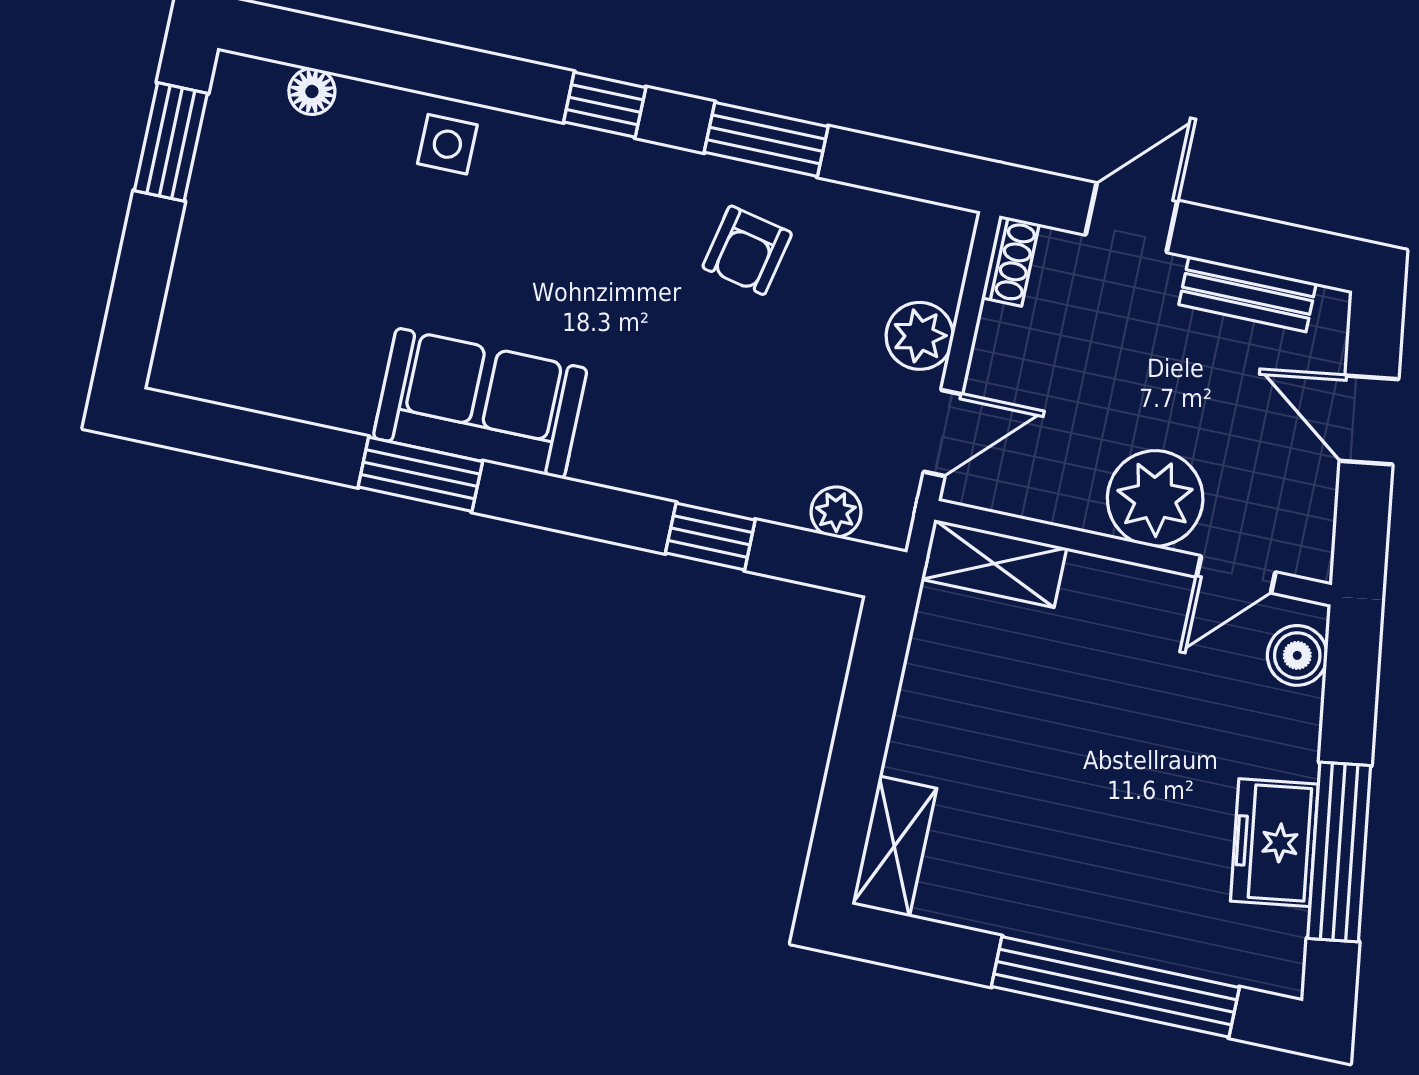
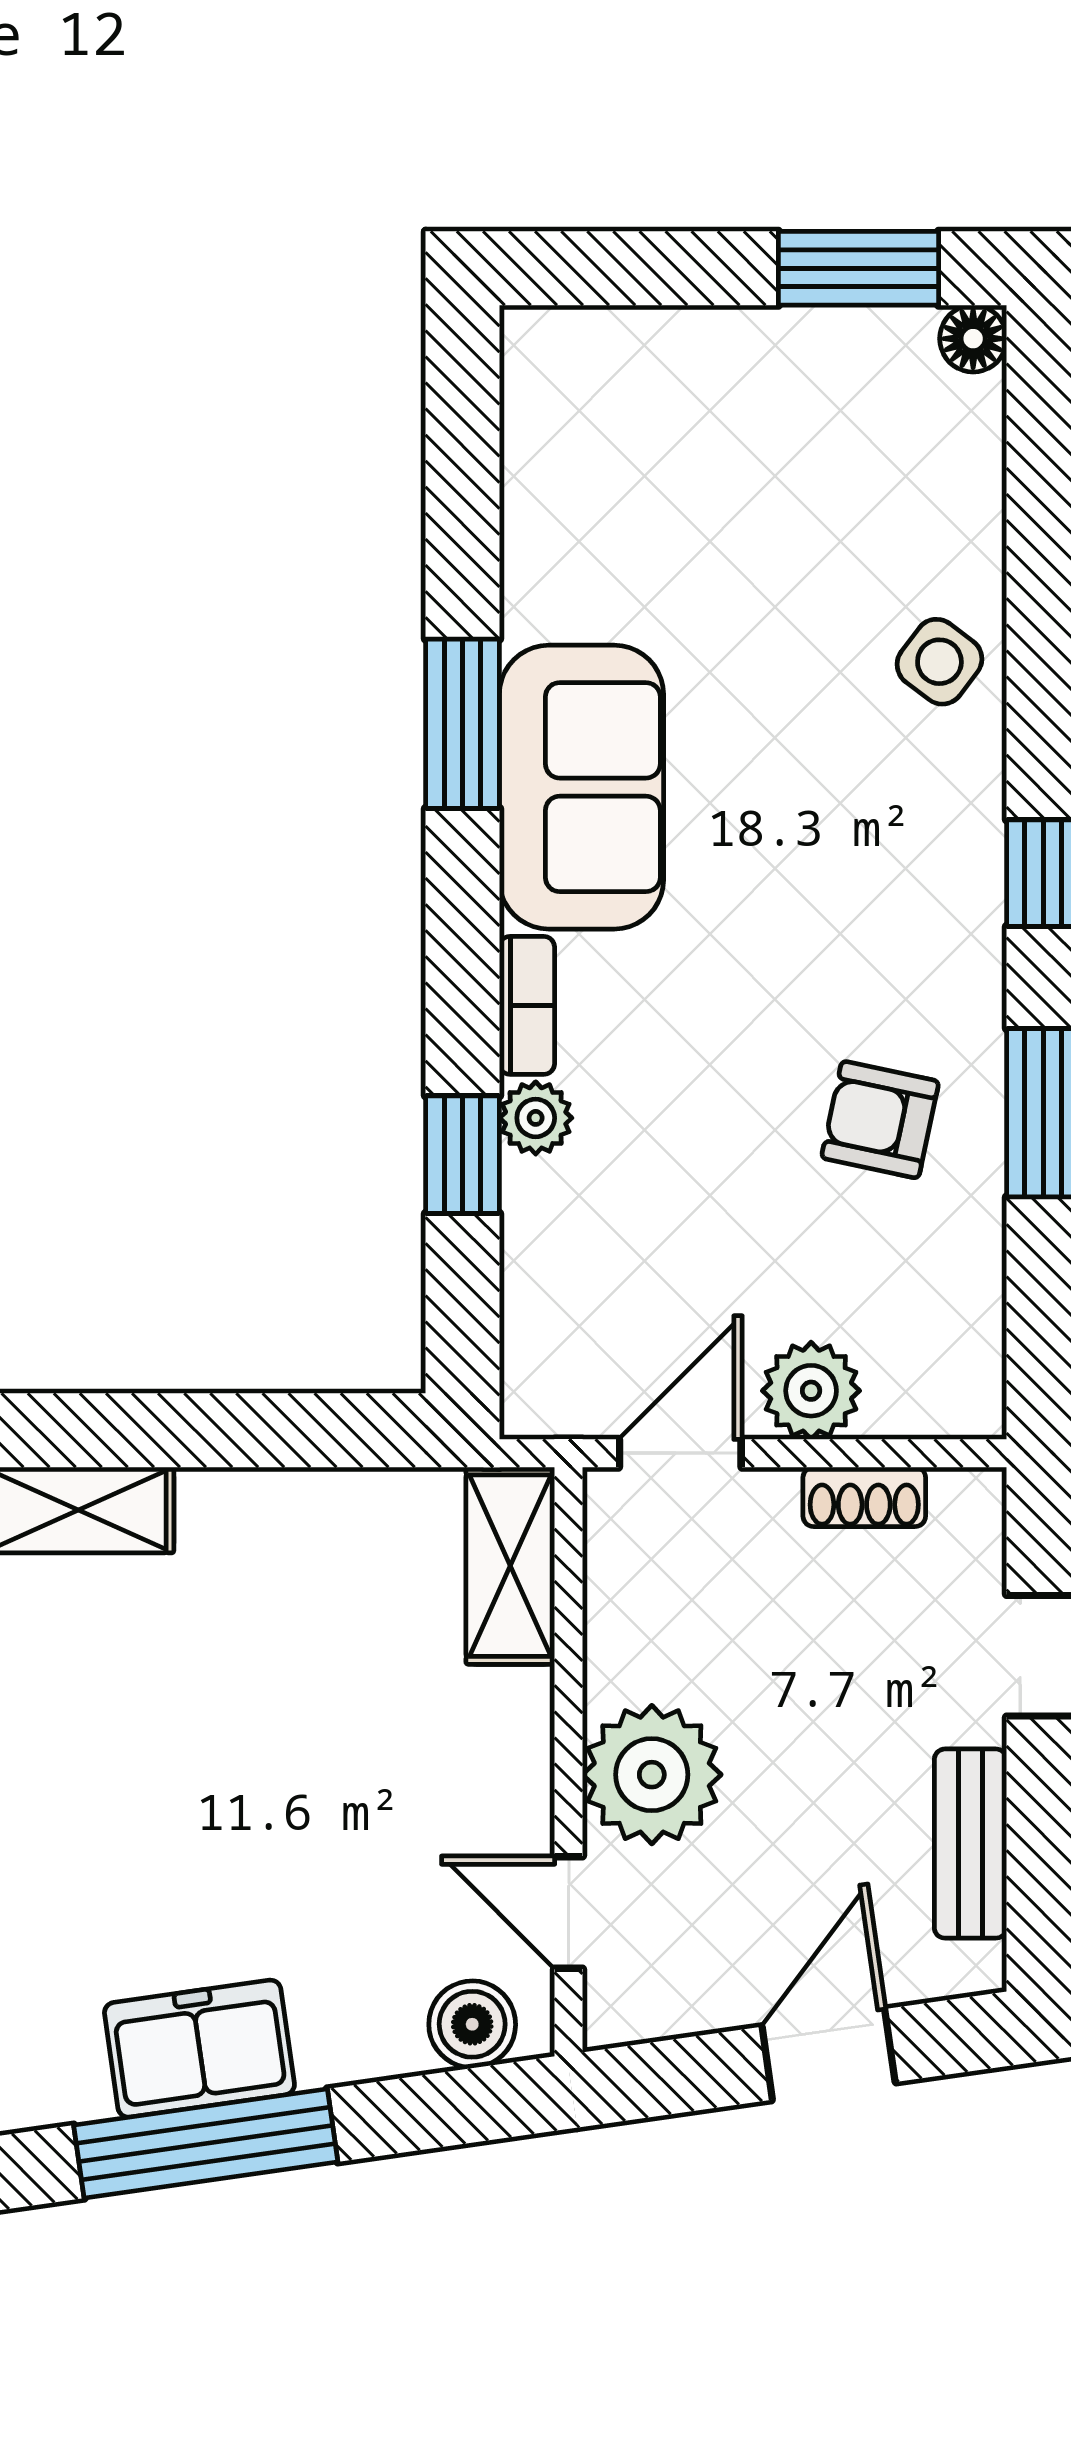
floor lamp: (312, 91) -> (973, 339), moved
side table: (447, 144) -> (939, 662), turned 37
shoe rack: (1010, 261) -> (864, 1497), moved
door: (943, 433) -> (680, 1453), swing flipped
bookcase: (619, 472) -> (527, 1005), added
plant: (836, 512) -> (536, 1118), moved

